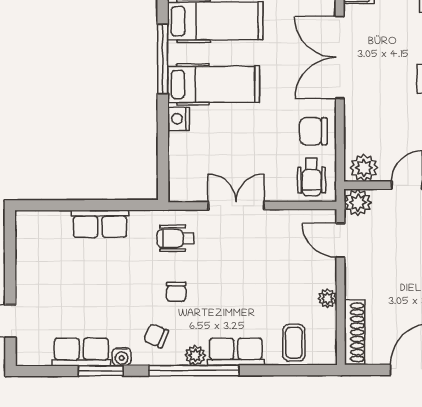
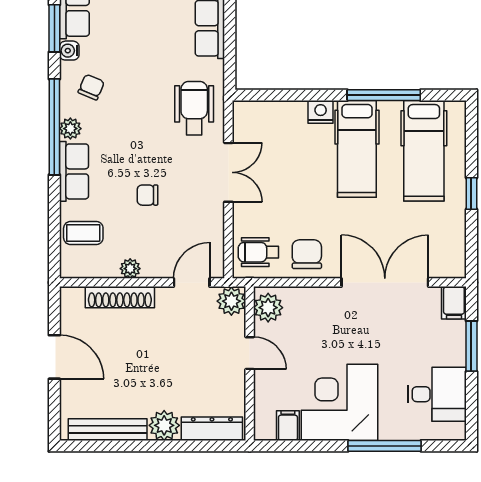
wheelchair: (176, 238) -> (194, 108), width x1.36, depth x1.37
chair: (176, 292) -> (148, 195), moved
shoe rack: (355, 332) -> (120, 297), moved

